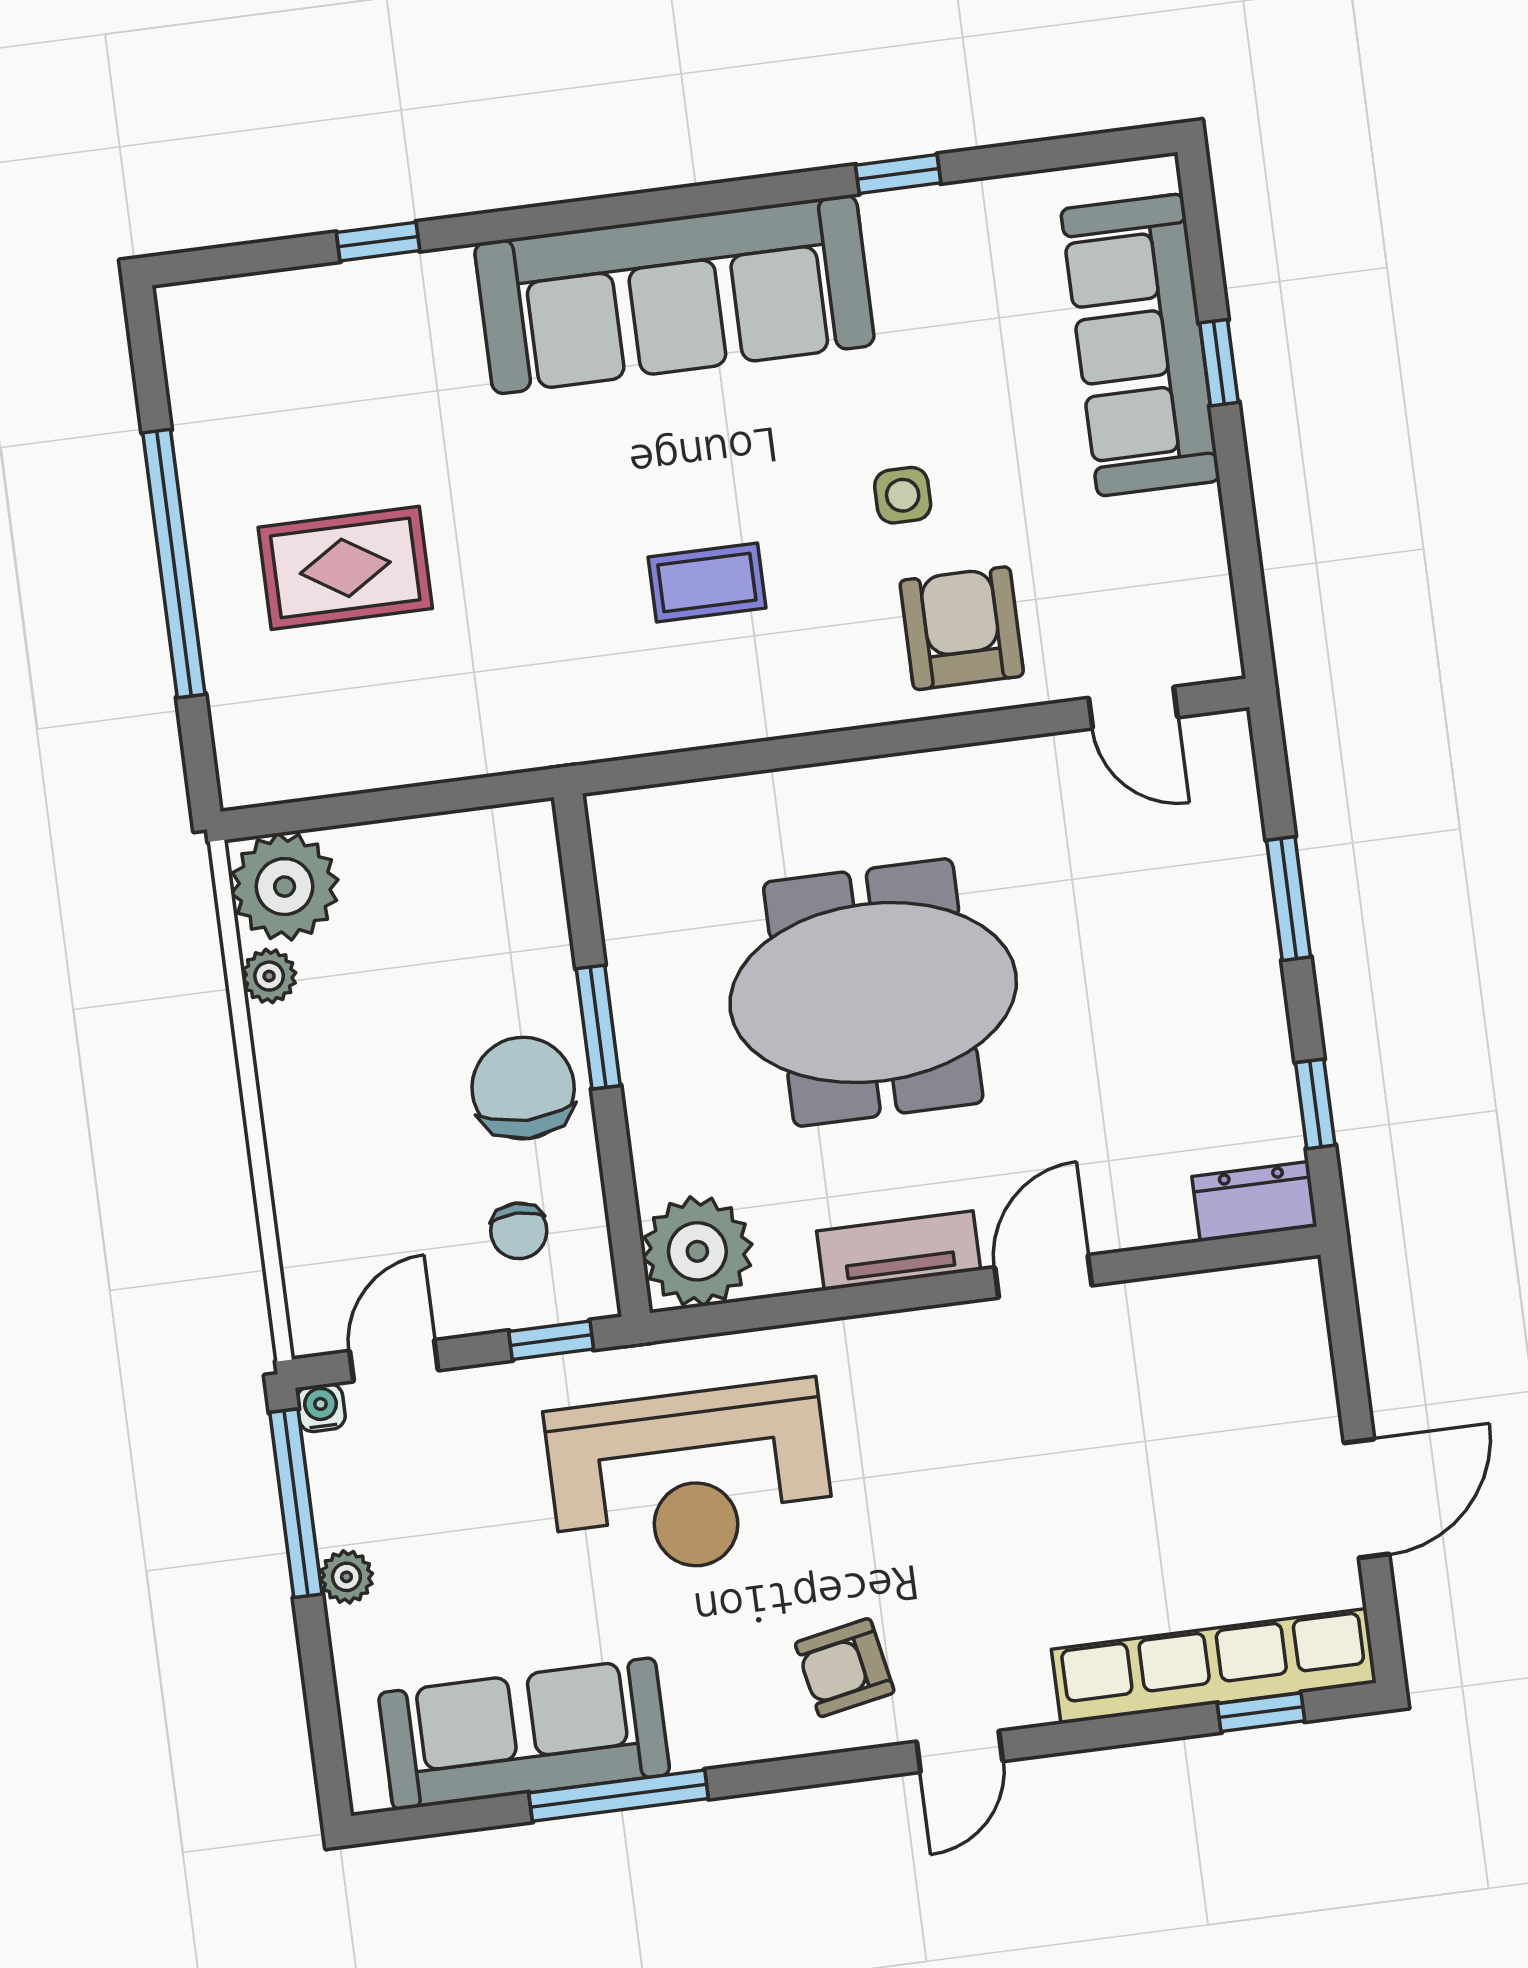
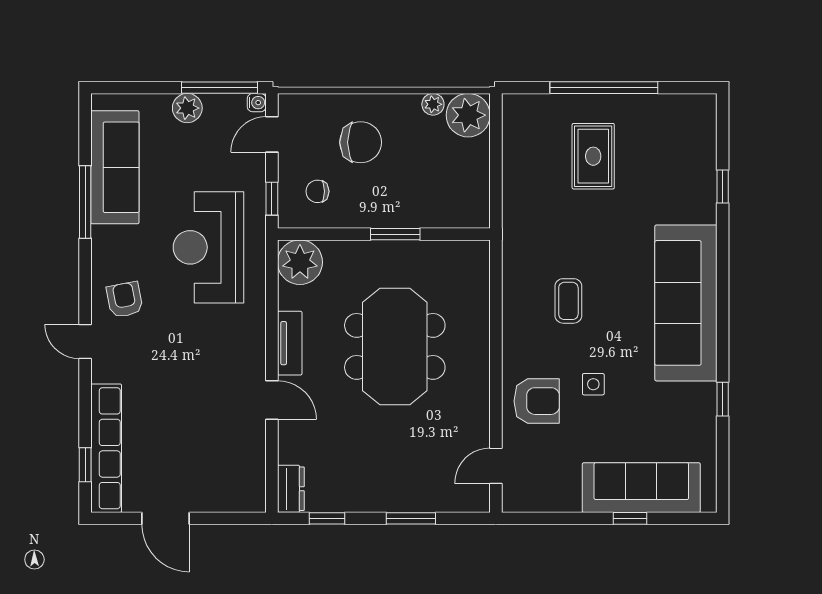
chair: (523, 1088) -> (361, 142), moved
door: (394, 1361) -> (272, 134), swing flipped
plant: (346, 1577) -> (187, 108), width x1.38, depth x1.38

